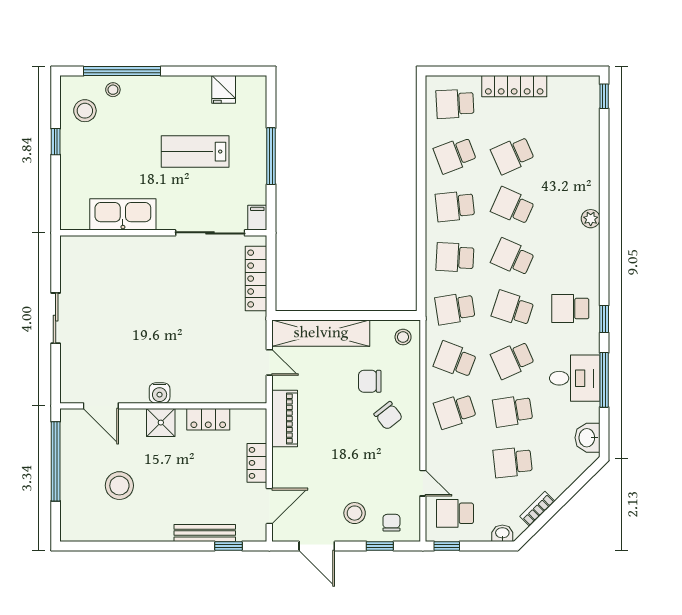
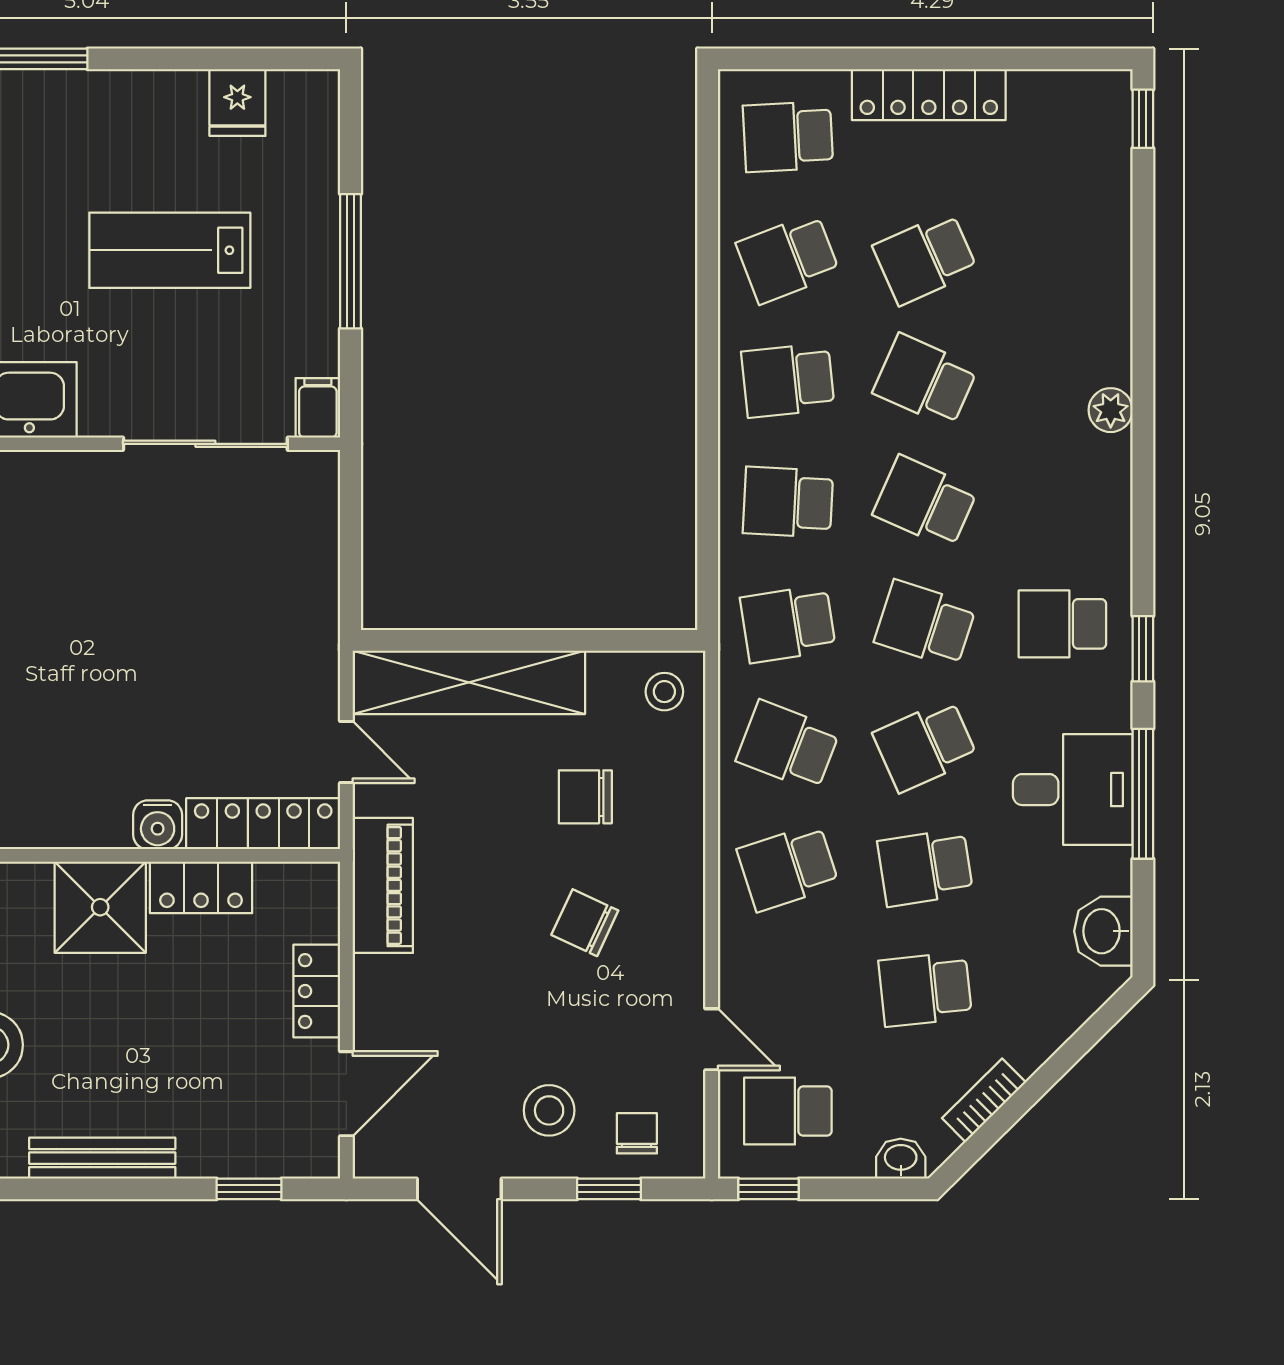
locker: (256, 279) -> (263, 824), moved, turned 90
water cooler: (160, 393) -> (158, 825), moved
chair: (388, 416) -> (585, 923), moved, turned 153
shower: (161, 423) -> (100, 907), width x1.36, depth x1.36
bench: (205, 533) -> (102, 1158), moved

